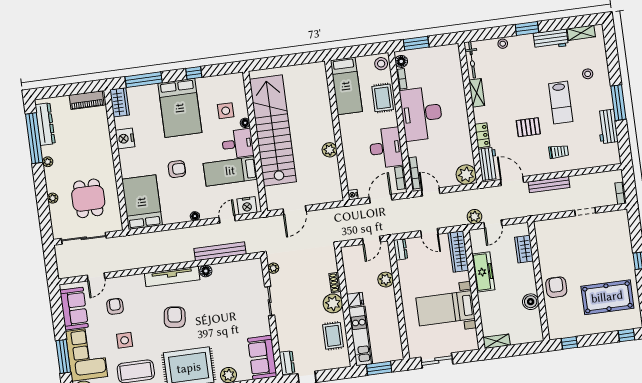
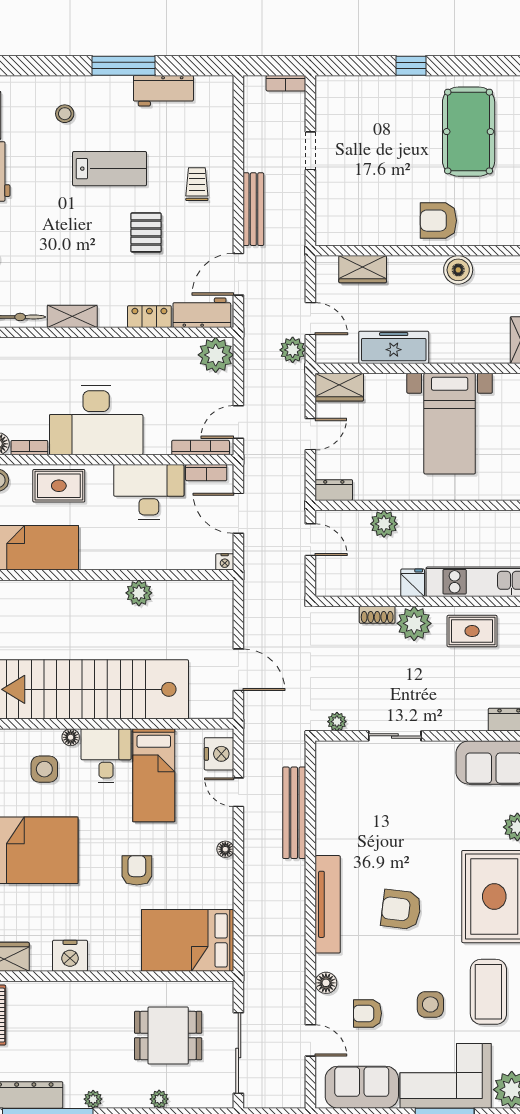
wardrobe: (458, 252) -> (339, 387), width x0.67
floor lamp: (206, 271) -> (326, 983), moved

